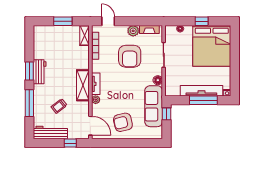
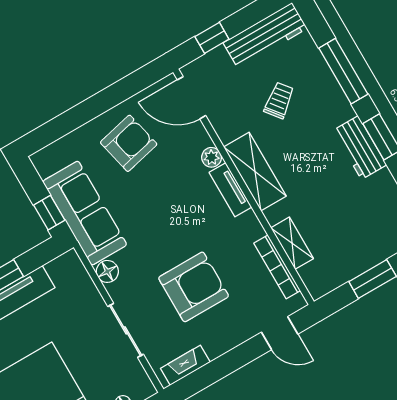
plant: (133, 31) -> (217, 343), removed
shelving: (85, 35) -> (292, 243), moved
armchair: (130, 56) -> (194, 287), turned 90

